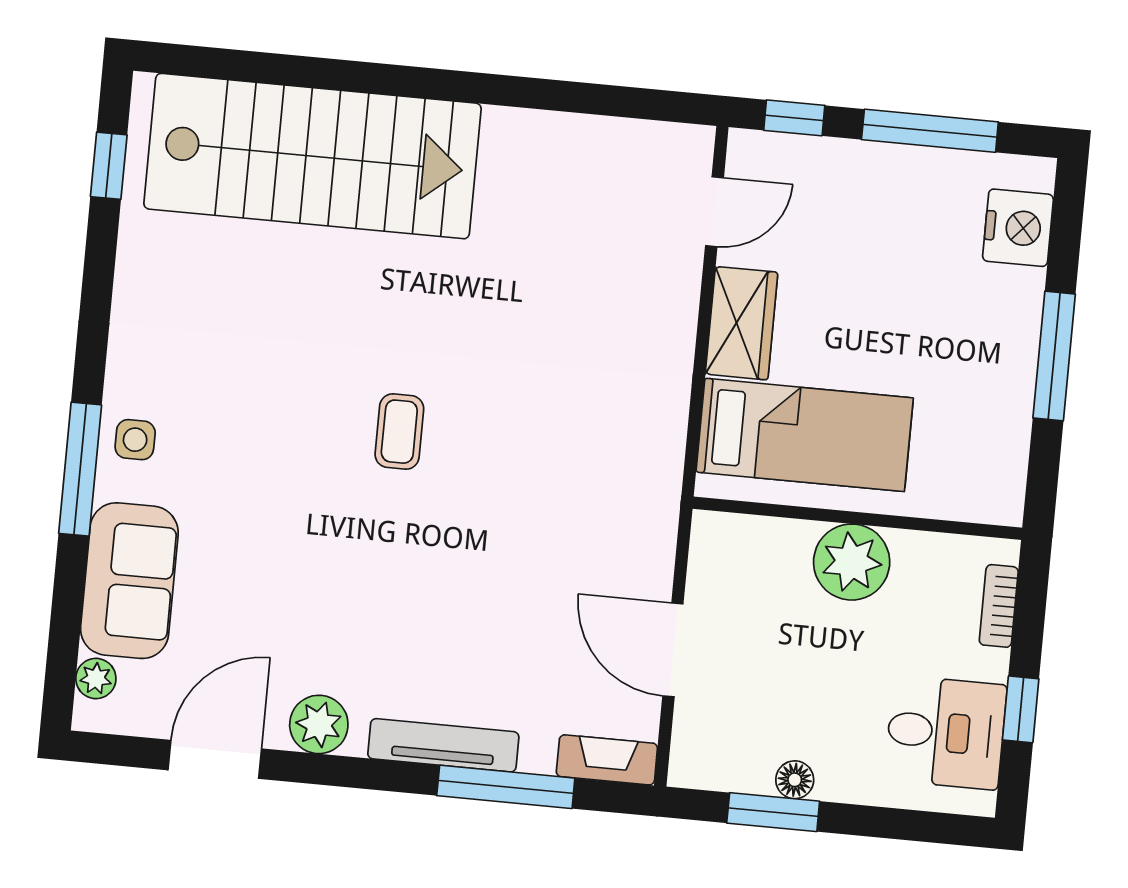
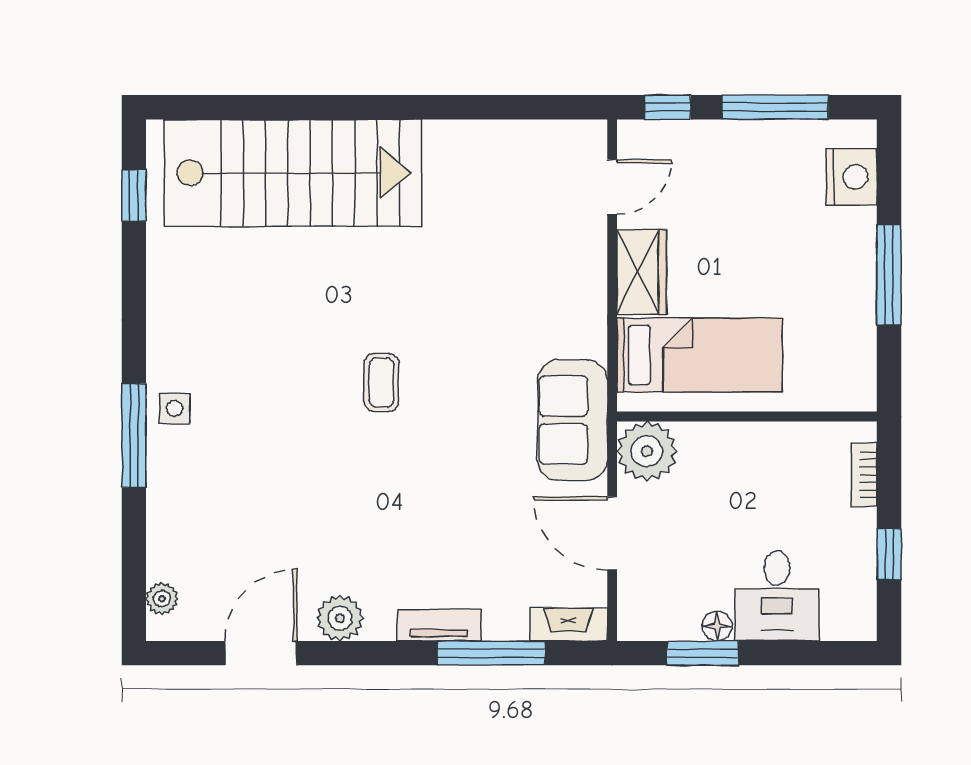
plant: (852, 562) -> (647, 451), moved
sofa: (129, 581) -> (572, 420), moved, turned 180
desk: (946, 732) -> (777, 596), moved, turned 90
tv unit: (443, 745) -> (439, 625), width x0.71

